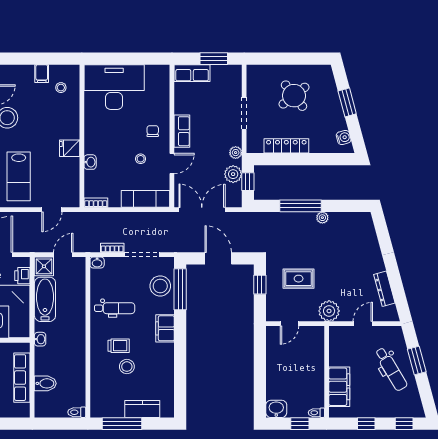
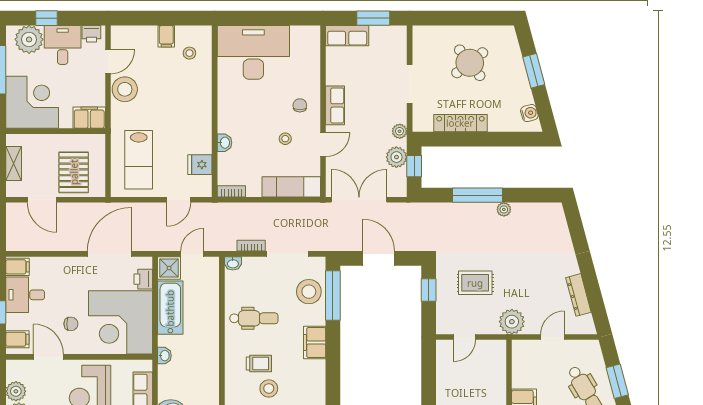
fridge: (70, 148) -> (200, 165), moved

